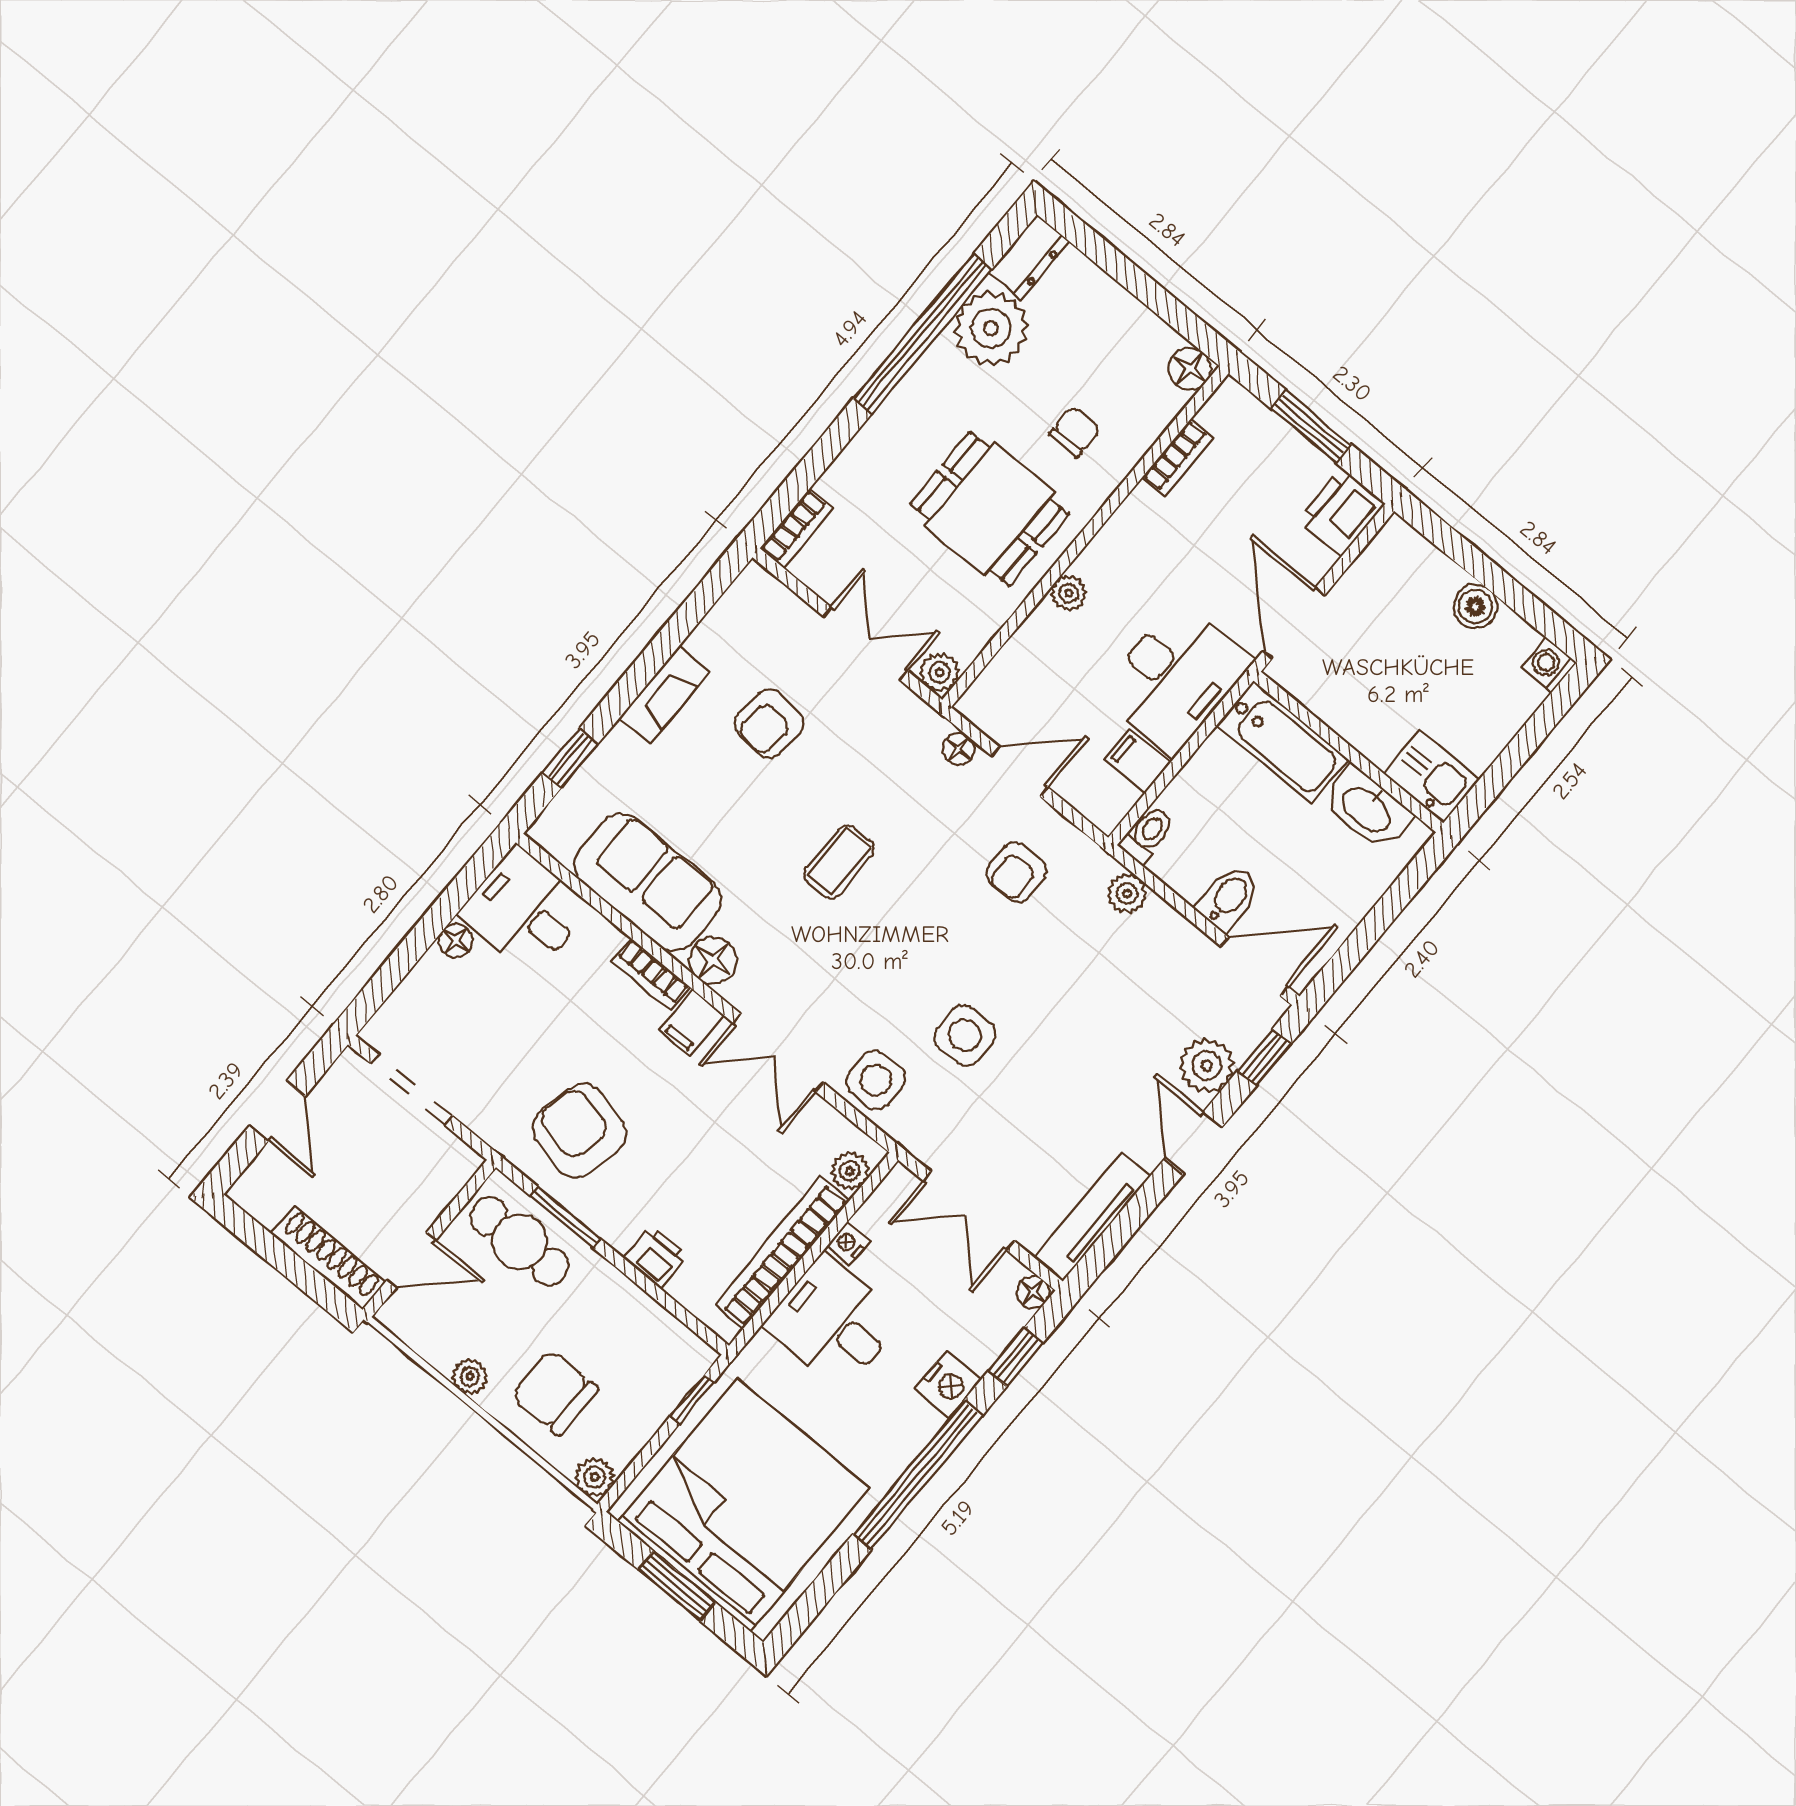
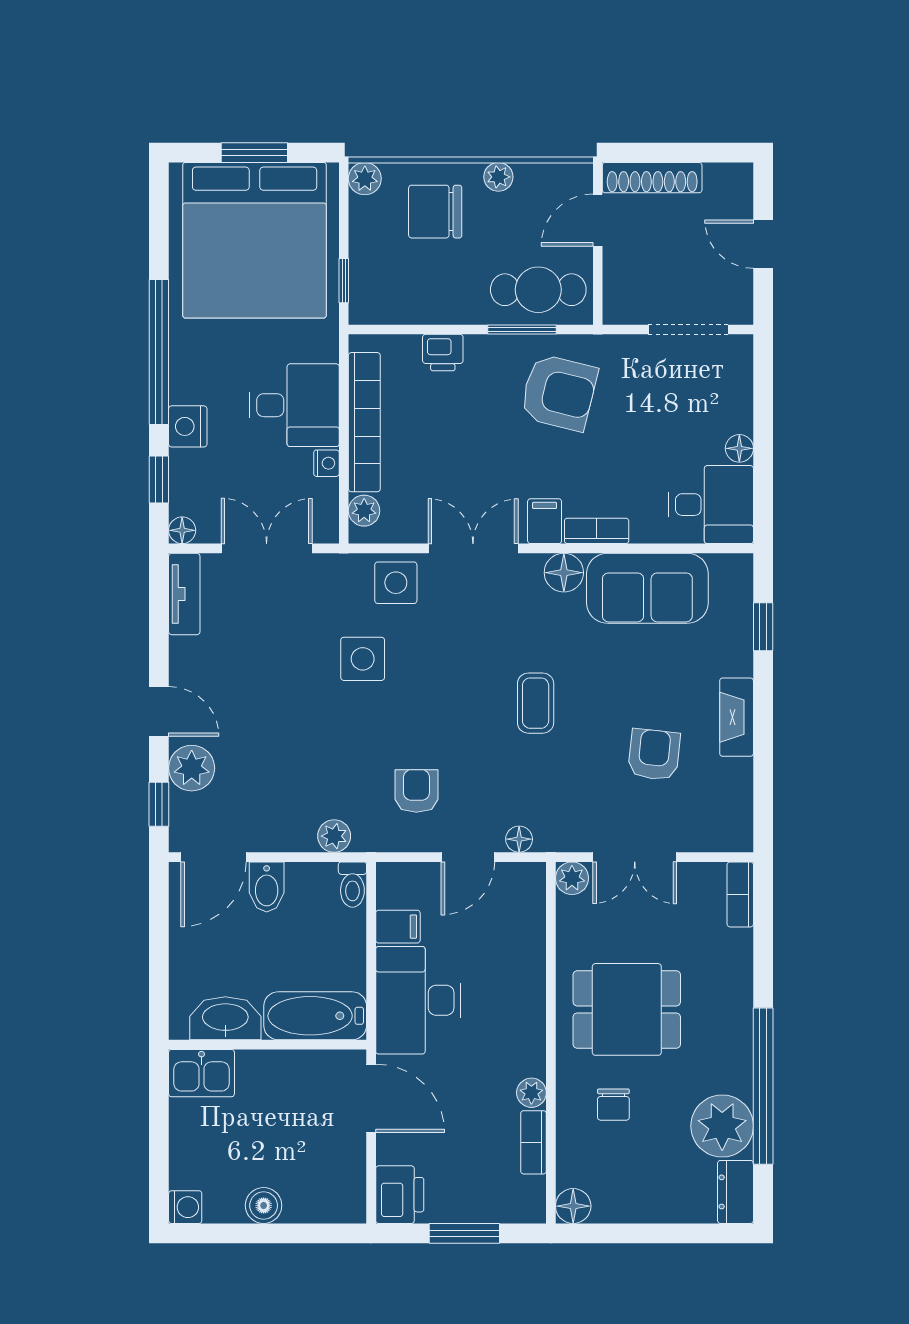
plant: (1069, 593) -> (531, 1093), moved
tv unit: (1093, 1217) -> (184, 594), width x0.71
chair: (555, 1393) -> (435, 212), turned 180

